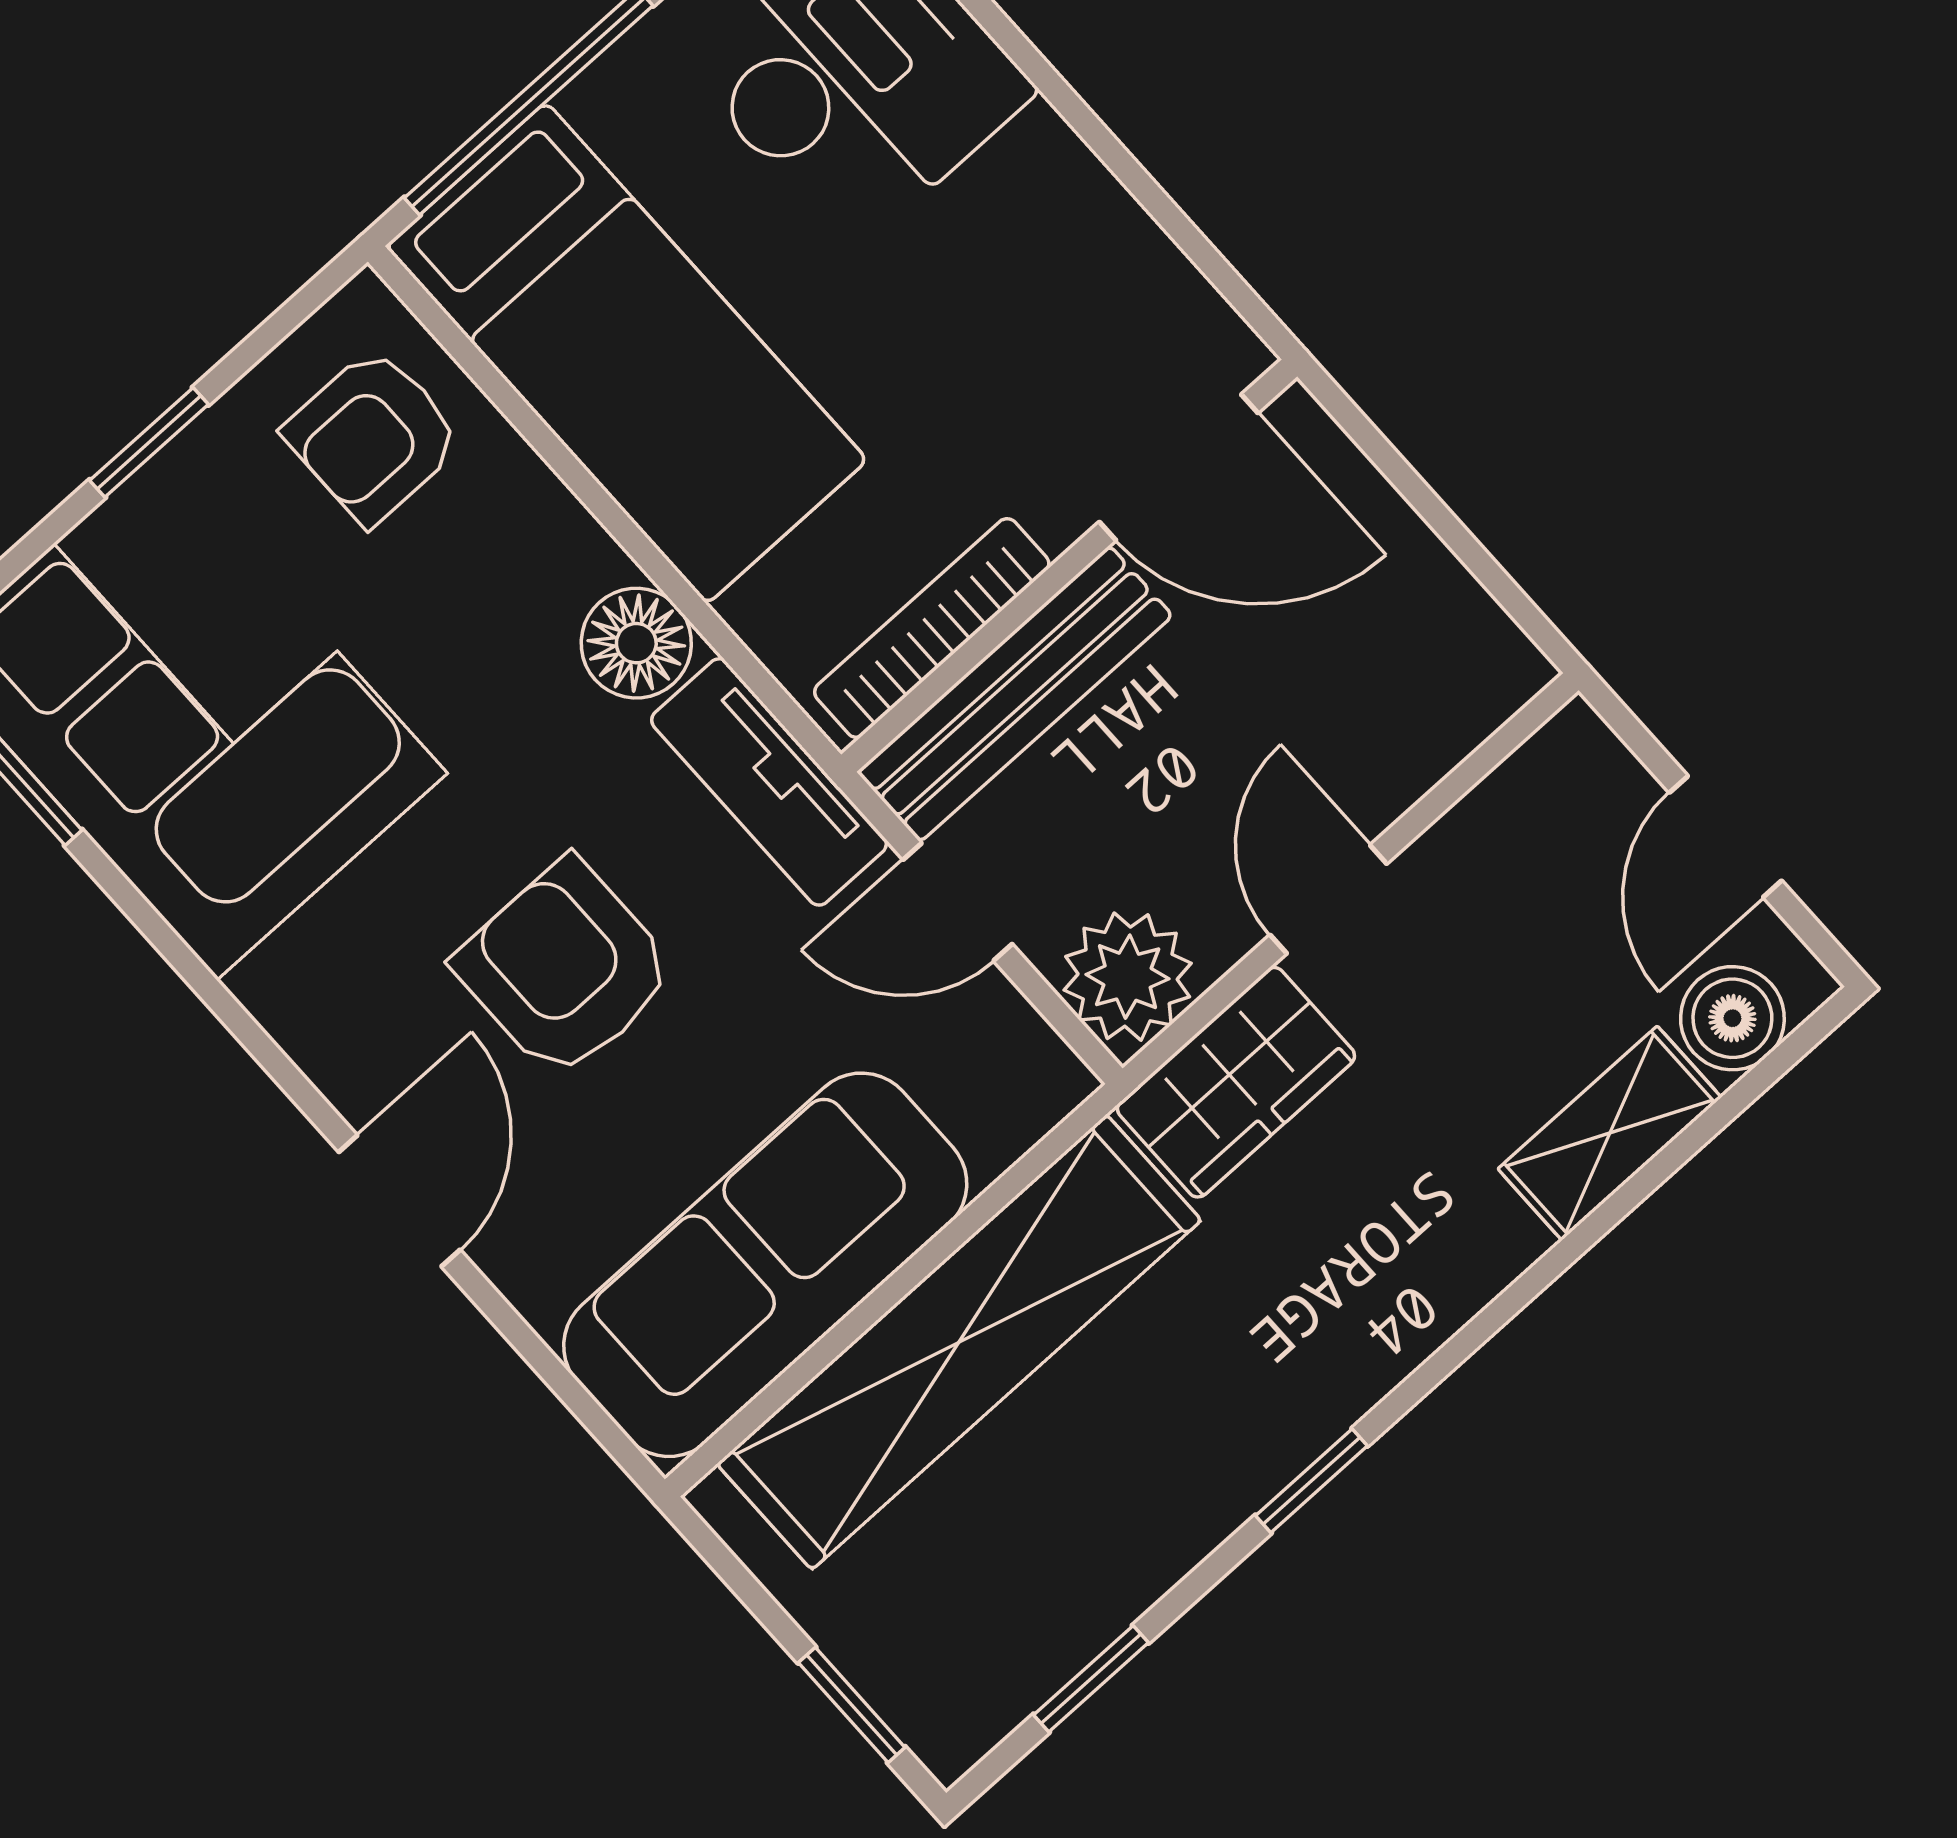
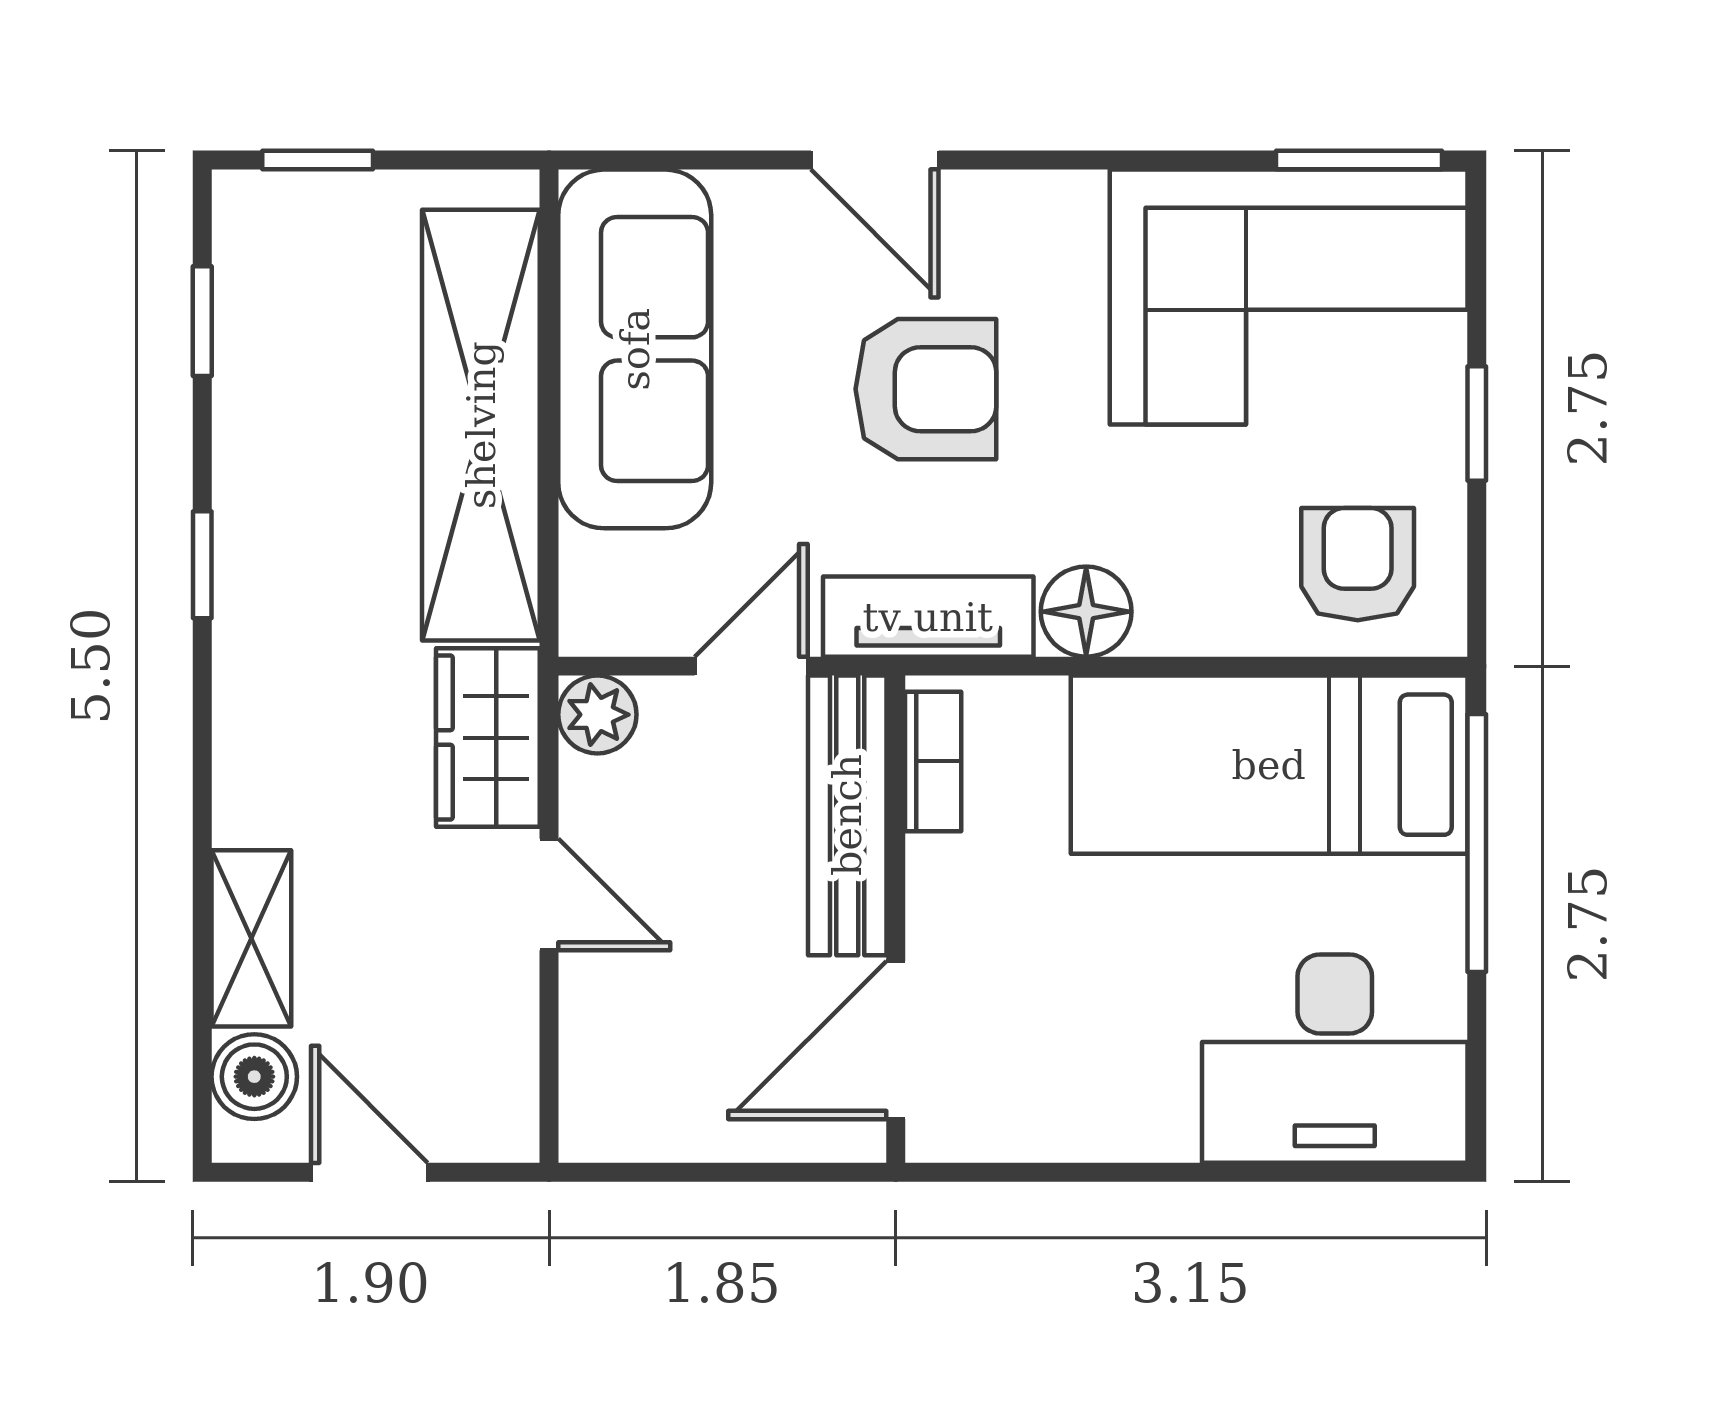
bookcase: (932, 628) -> (933, 761), width x0.64
plant: (1128, 977) -> (597, 715), width x0.73, depth x0.73

